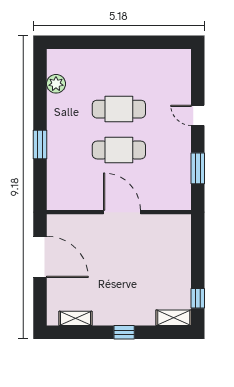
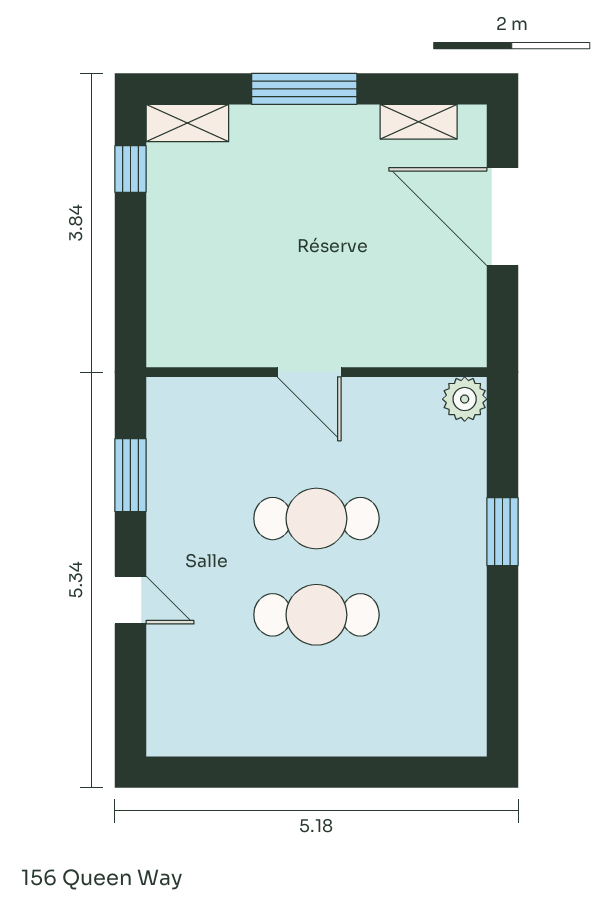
plant: (56, 84) -> (465, 399), moved
door: (122, 212) -> (309, 372), width x0.73
door: (40, 257) -> (502, 217), moved
window: (124, 332) -> (304, 89), width x2.17

